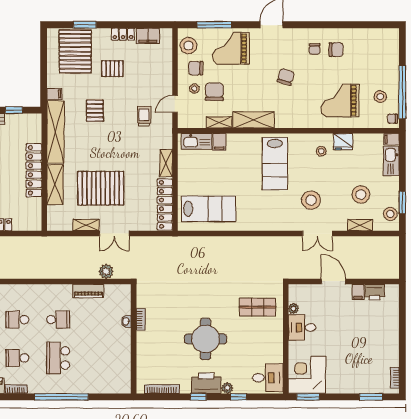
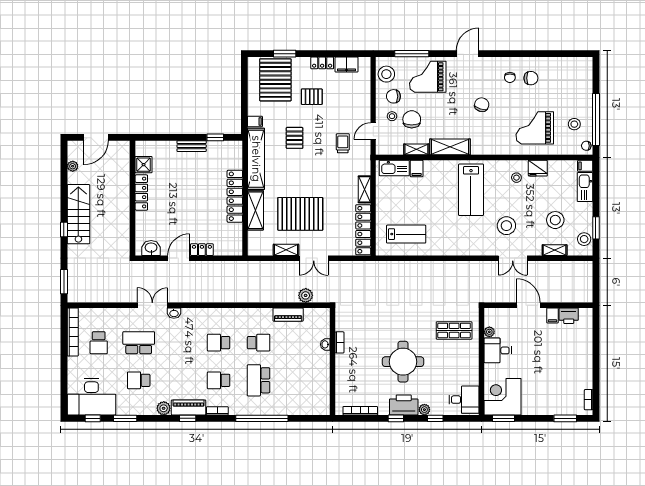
lab bench: (209, 209) -> (406, 234), width x0.73, depth x0.72

